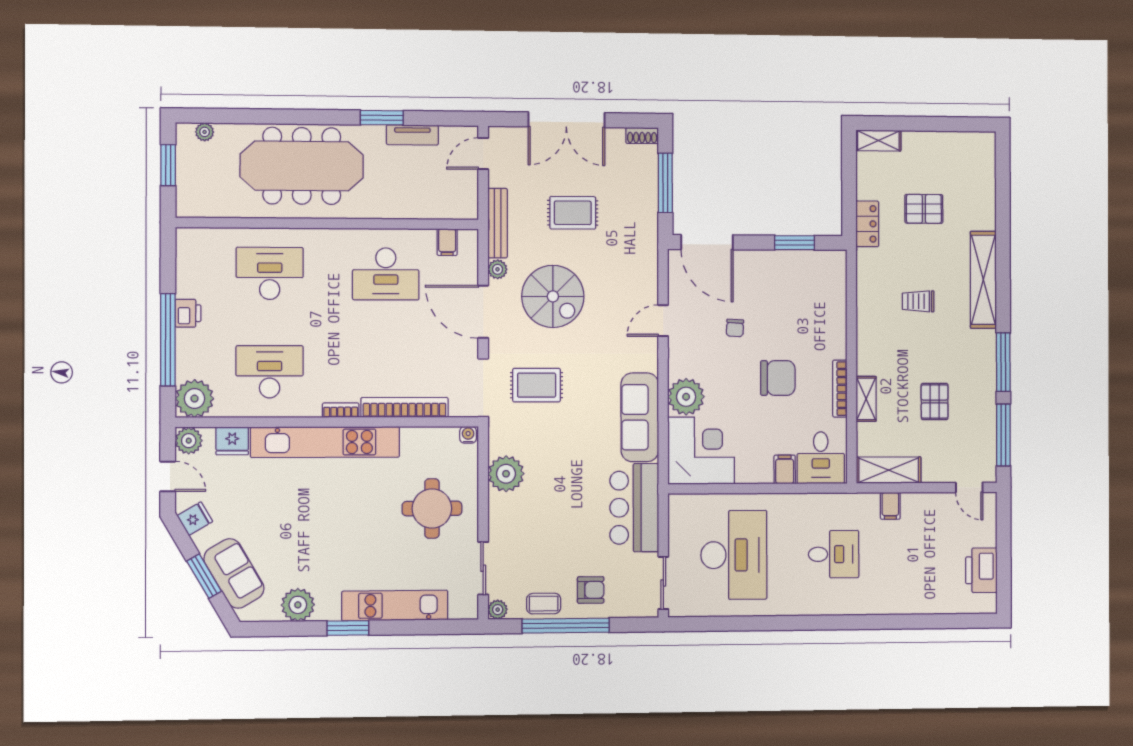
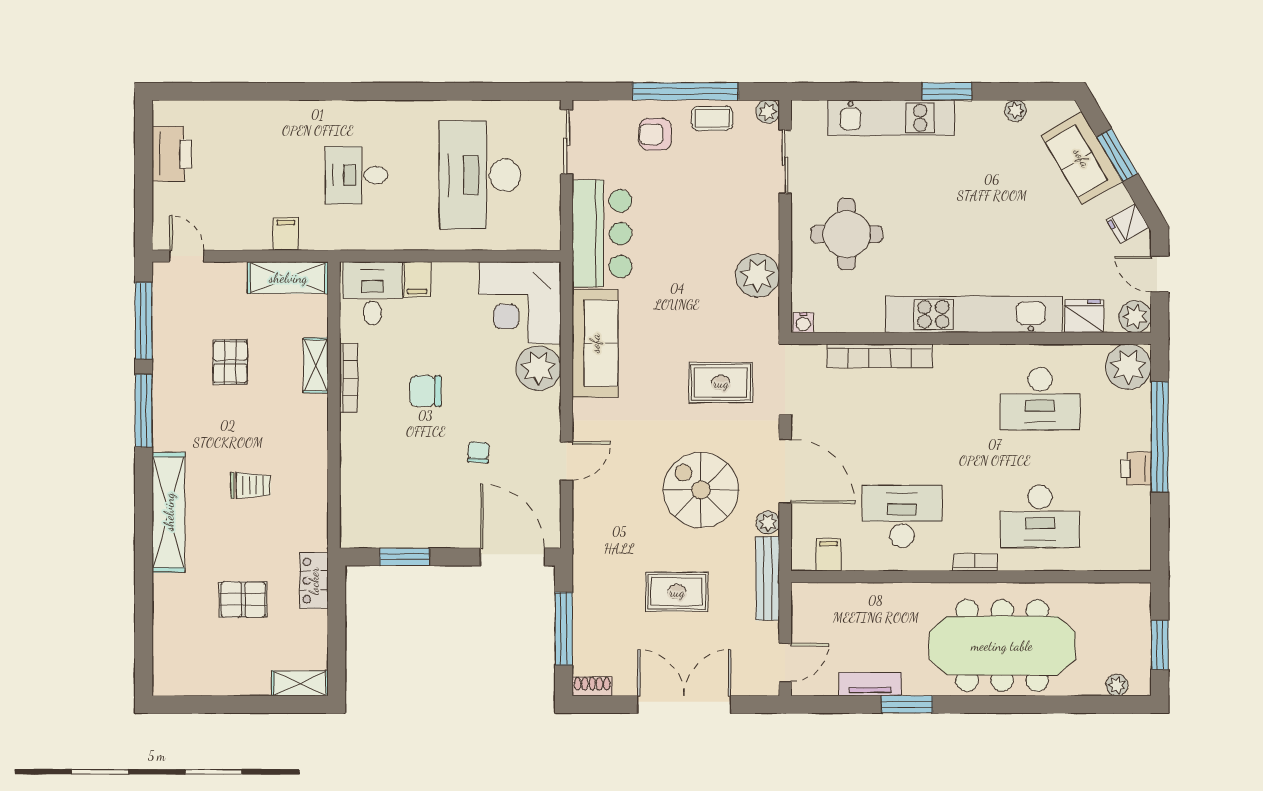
chair: (778, 378) -> (425, 391), width x0.73, depth x0.73
bookcase: (341, 410) -> (975, 562), moved, turned 180
plant: (298, 605) -> (1016, 110), width x0.53, depth x0.53

